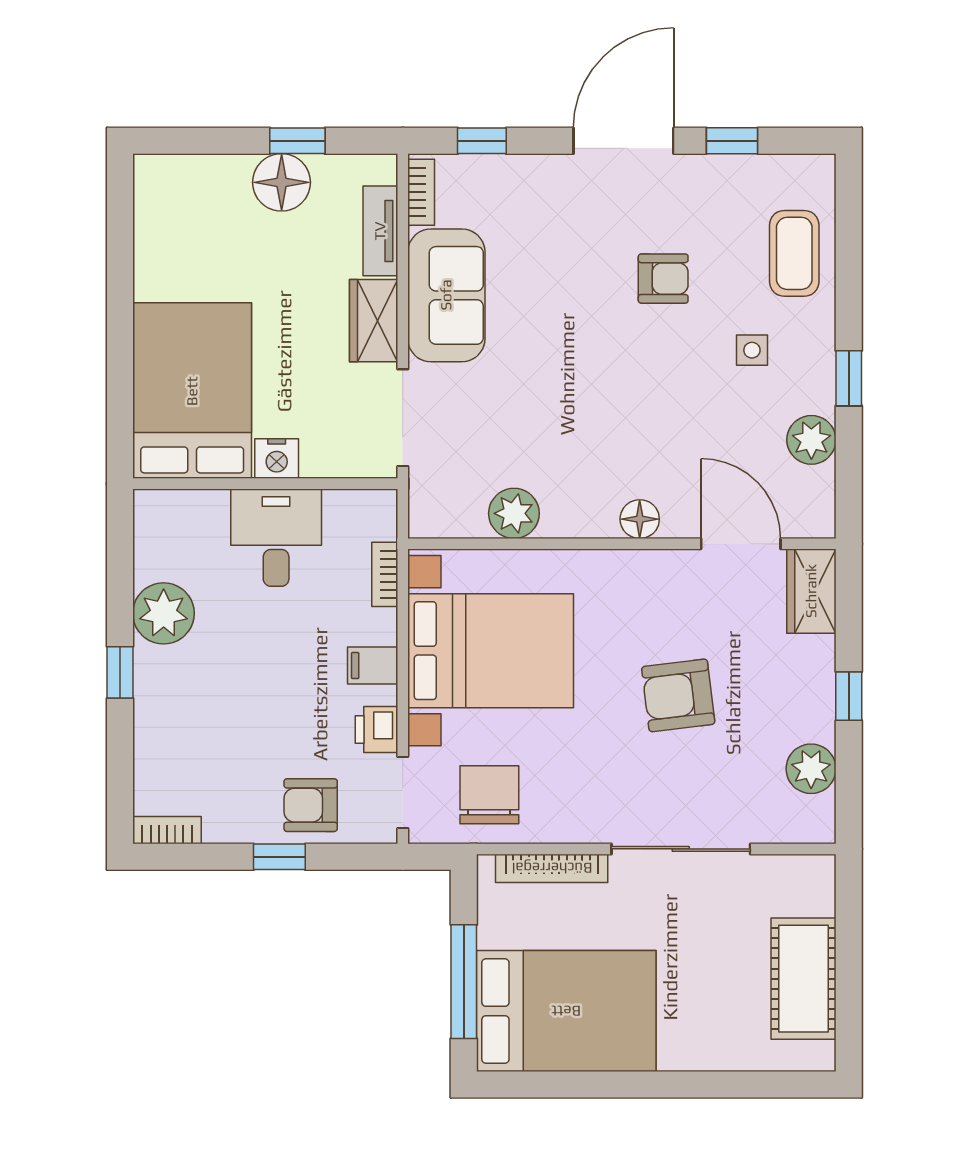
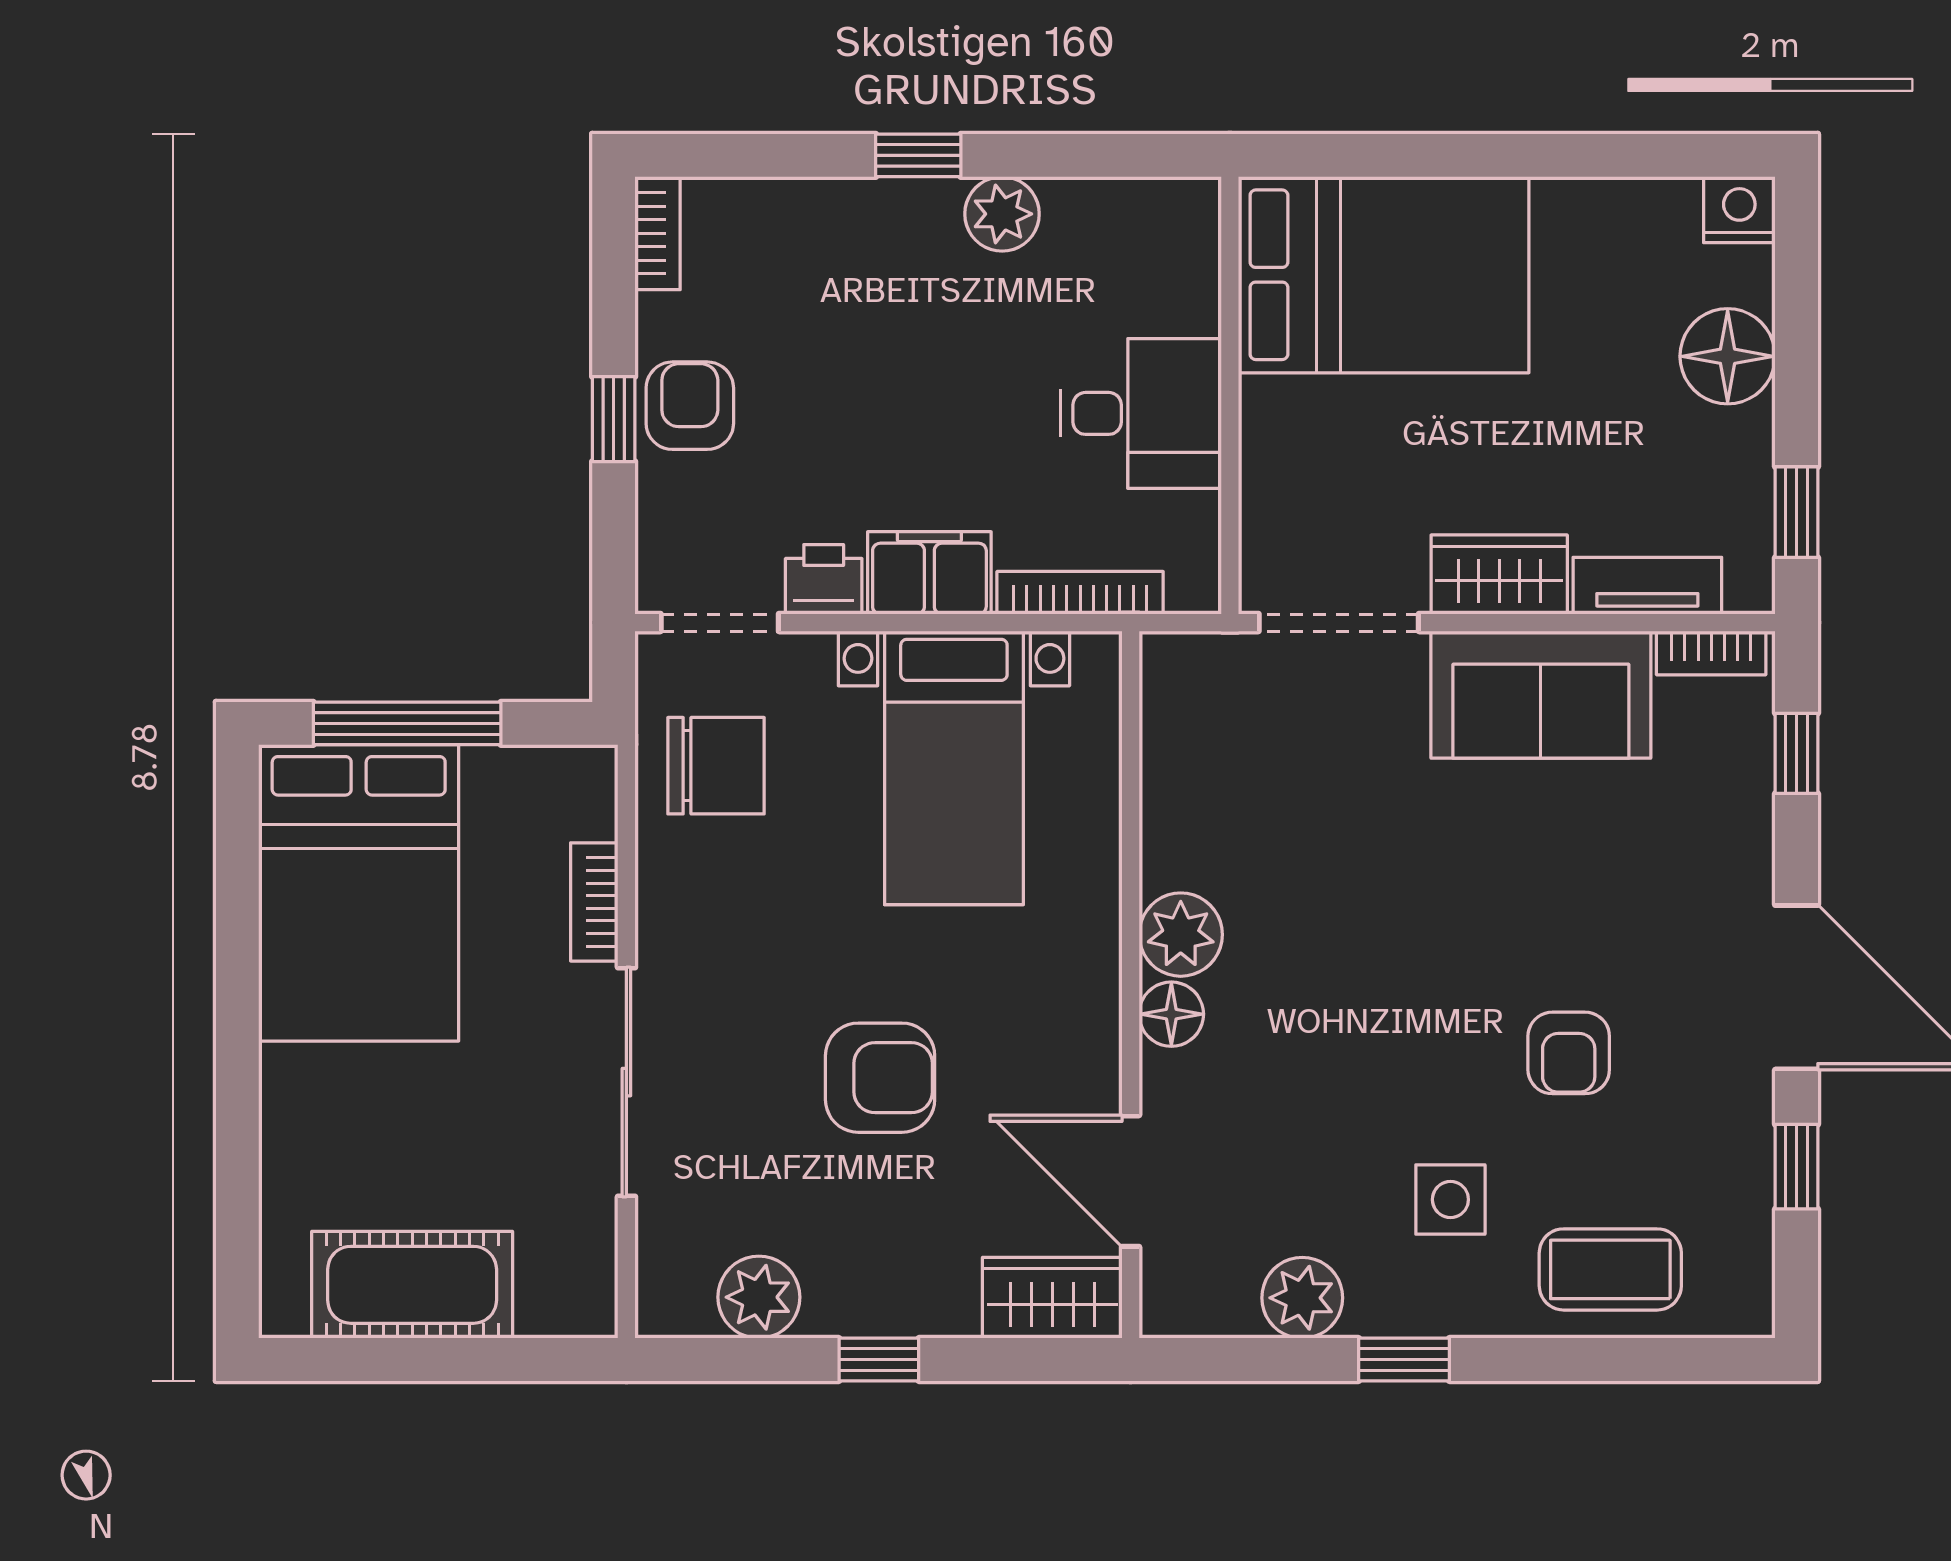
window: (297, 141) -> (1797, 512), moved
floor lamp: (282, 182) -> (1728, 356), moved
side table: (752, 350) -> (1450, 1200), width x1.37, depth x1.37
nightstand: (277, 458) -> (1739, 210), moved, turned 90
plant: (514, 513) -> (1181, 935), moved
door: (741, 544) -> (1131, 1181), swing flipped
bookcase: (385, 574) -> (1080, 593), width x1.56
plant: (164, 613) -> (1002, 214), width x0.73, depth x0.73
bed with nightstands: (491, 651) -> (954, 768), width x0.73
filing cabinet: (373, 666) -> (929, 573), width x2.00
armchair: (678, 695) -> (880, 1078), turned 97
armchair: (311, 805) -> (690, 406), moved
bookcase: (552, 868) -> (594, 902), width x0.64

